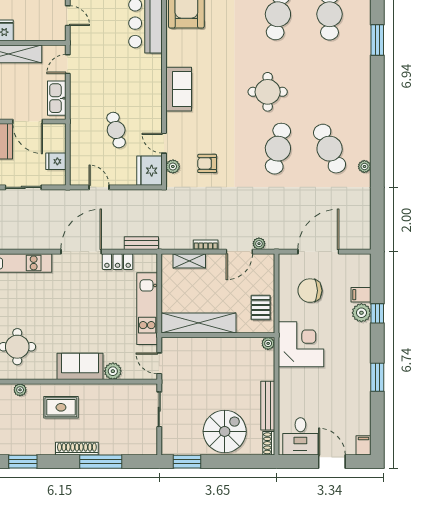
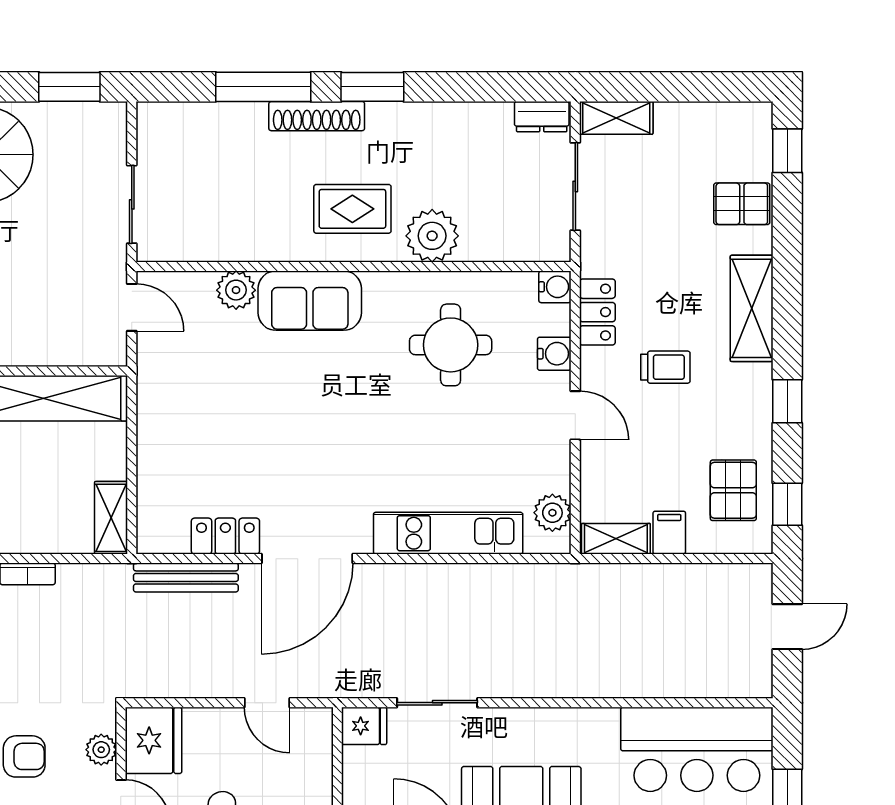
fridge: (56, 161) -> (364, 726), moved
bench: (141, 243) -> (186, 577), width x1.36
shelving: (189, 261) -> (111, 518), moved, turned 90
kitchen unit: (147, 309) -> (159, 431), removed
plant: (20, 390) -> (432, 236), width x1.87, depth x1.87
window: (23, 462) -> (372, 87), moved

